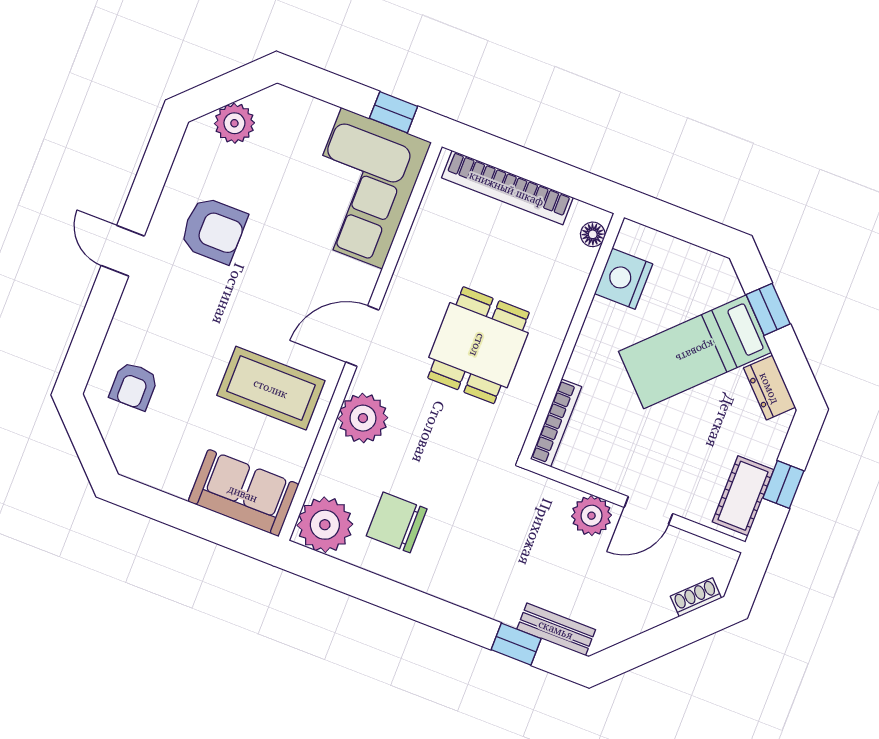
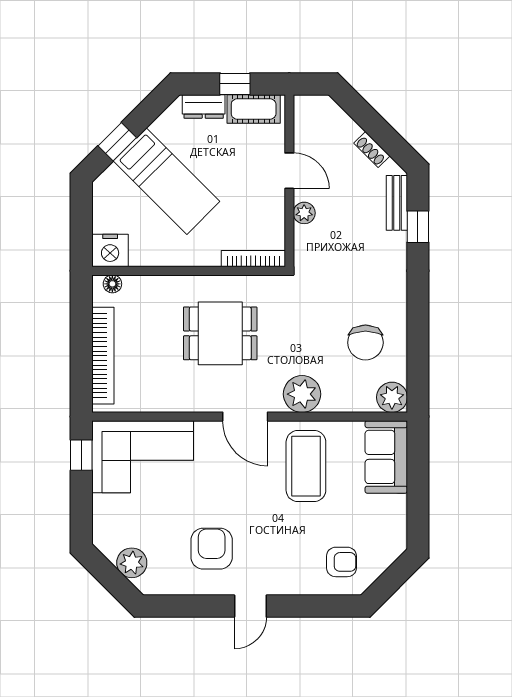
nightstand: (624, 279) -> (110, 250), moved
dresser: (770, 388) -> (204, 106), moved, turned 45
plant: (591, 516) -> (304, 213), width x0.73, depth x0.73
plant: (325, 525) -> (392, 397), width x0.73, depth x0.73
shoe rack: (696, 597) -> (372, 149), moved

